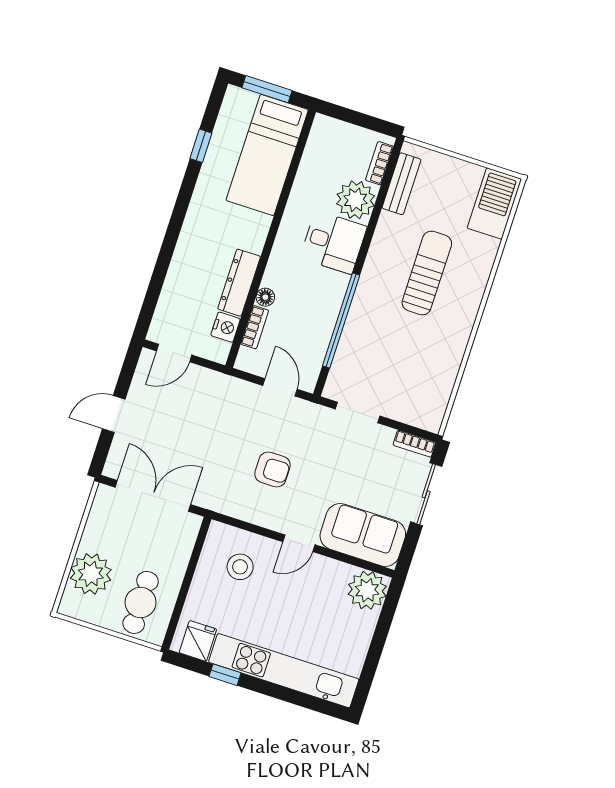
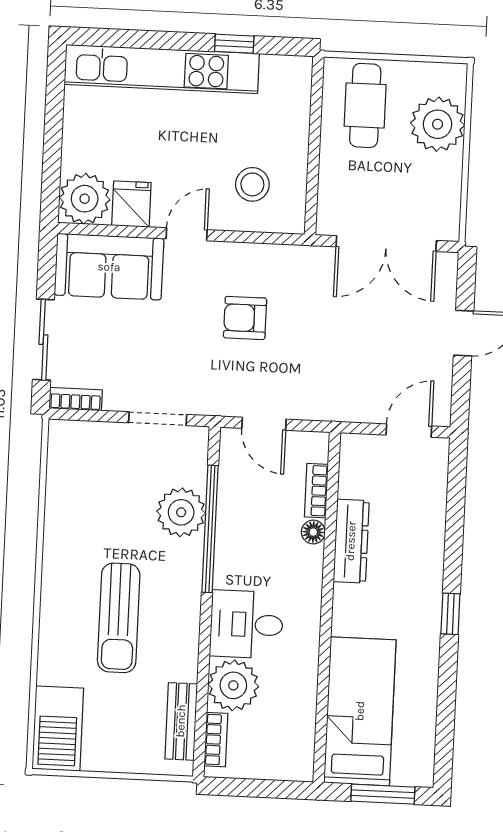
window: (201, 146) -> (450, 614), moved
nightstand: (226, 327) -> (353, 481), removed
plant: (359, 339) -> (181, 512), added
fridge: (198, 641) -> (131, 204), moved, turned 180

